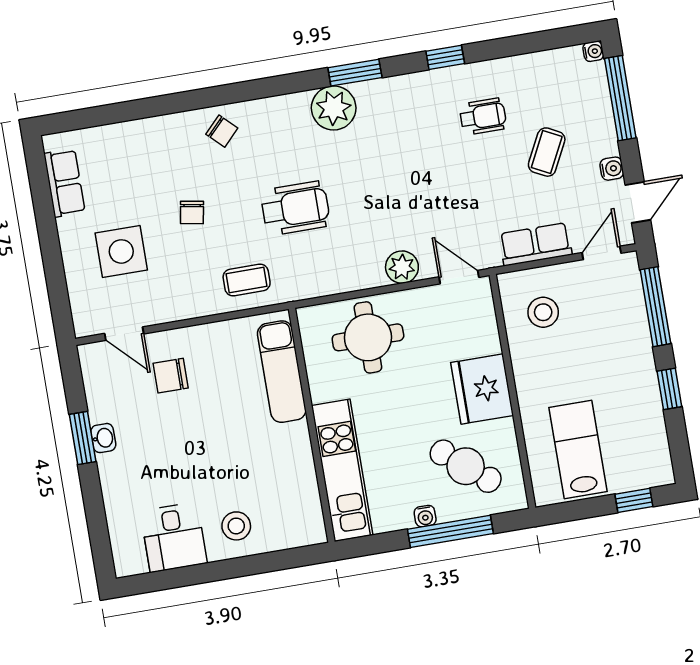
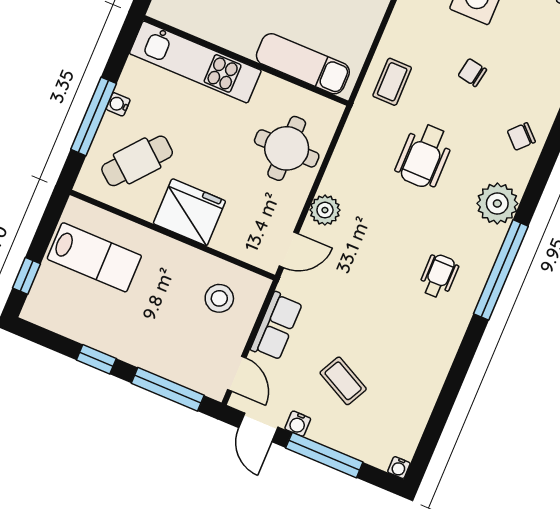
window: (445, 57) -> (468, 348), removed
window: (355, 73) -> (501, 270), width x2.11
window: (620, 98) -> (324, 455), moved
plant: (334, 108) -> (497, 203), moved
wheelchair: (483, 117) -> (439, 276), moved, turned 180

